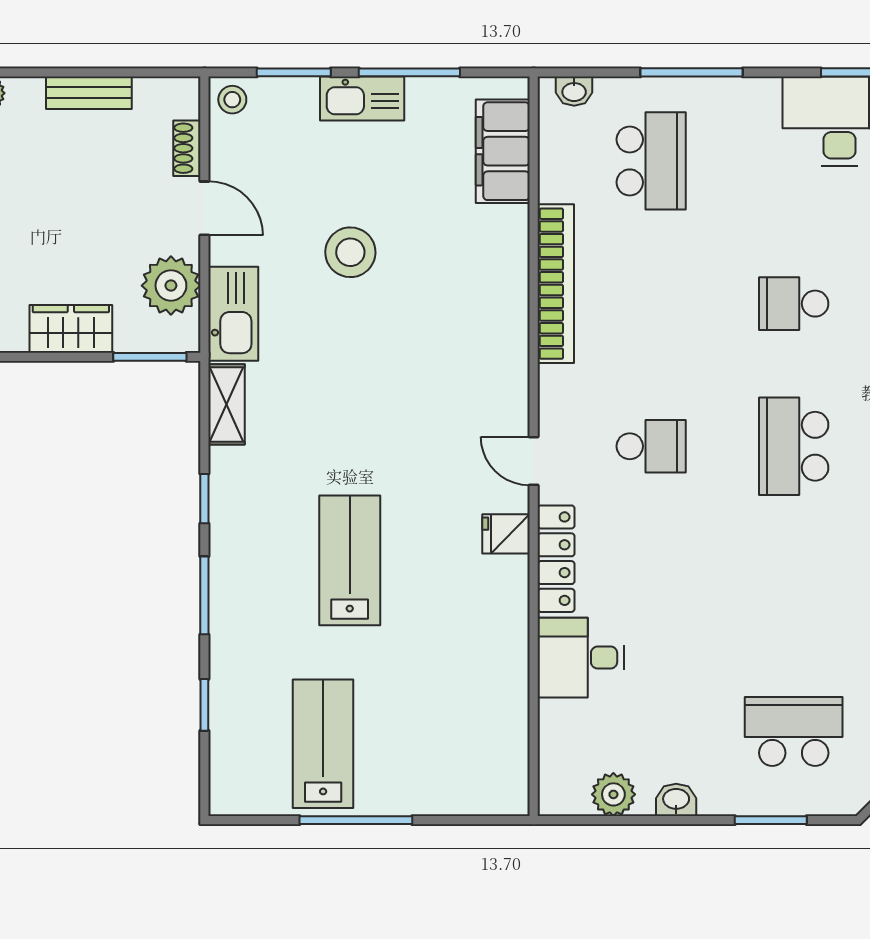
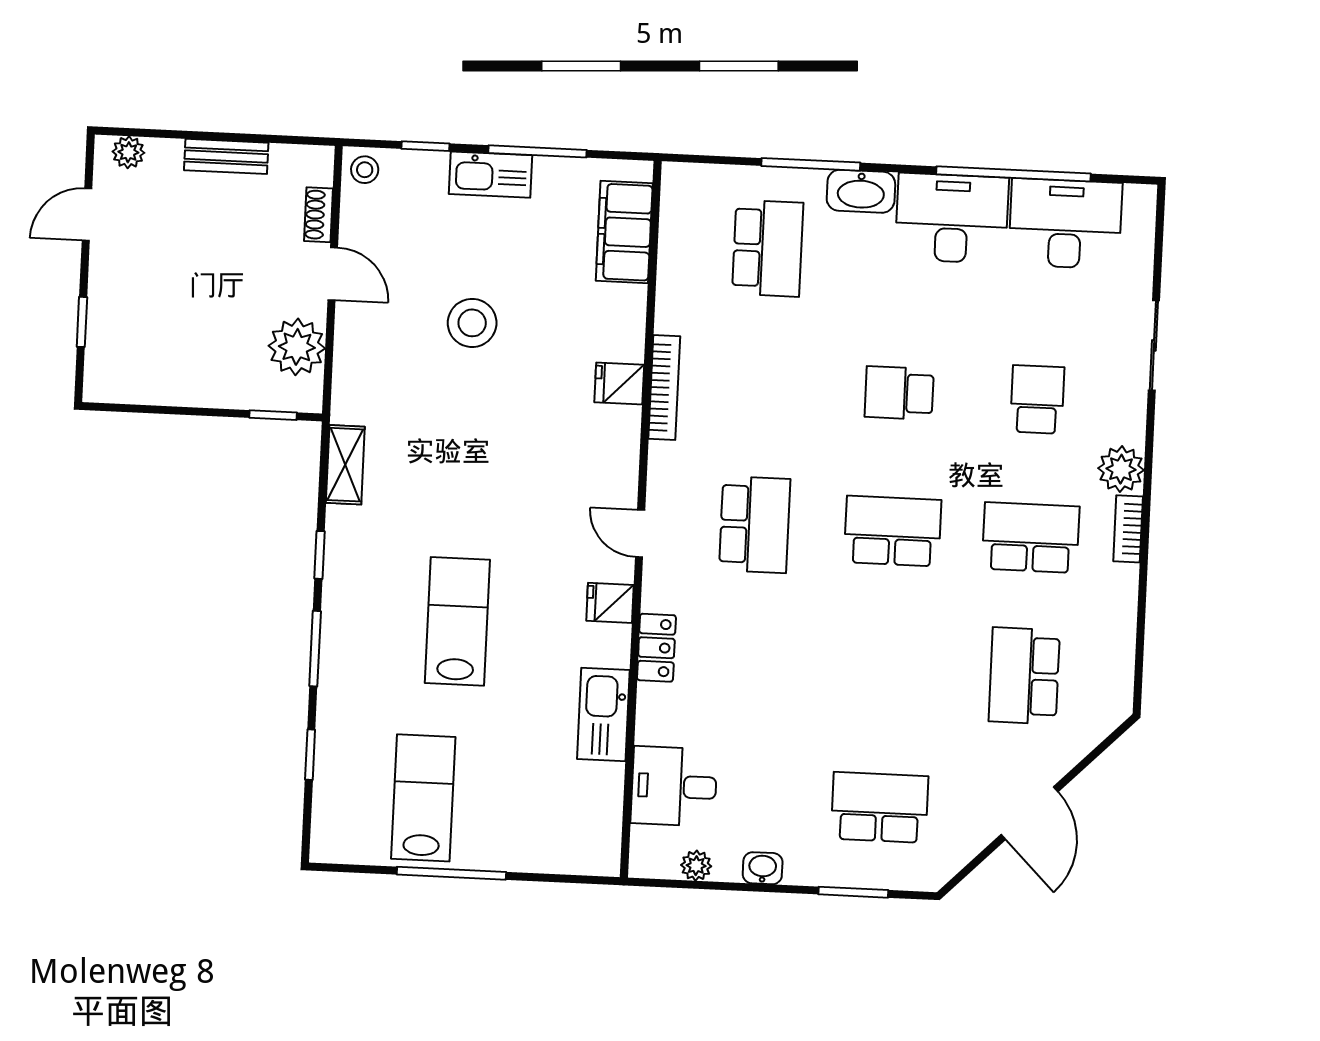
window: (294, 72) -> (425, 146), width x0.67
washbasin: (574, 91) -> (861, 191), moved, width x1.91, depth x1.45
bookcase: (556, 284) -> (664, 388), width x0.68, depth x0.76
fridge: (505, 307) -> (619, 383), added
kitchen sink: (233, 314) -> (603, 715), moved, turned 180
wardrobe: (71, 329) -> (198, 384), removed
window: (150, 357) -> (273, 415), width x0.67
school desk: (651, 446) -> (755, 525), width x1.85
school desk: (794, 446) -> (893, 531), turned 90
locker: (556, 559) -> (656, 648), width x0.66
desk: (581, 658) -> (674, 786), moved
plant: (613, 794) -> (696, 866), width x0.73, depth x0.73

